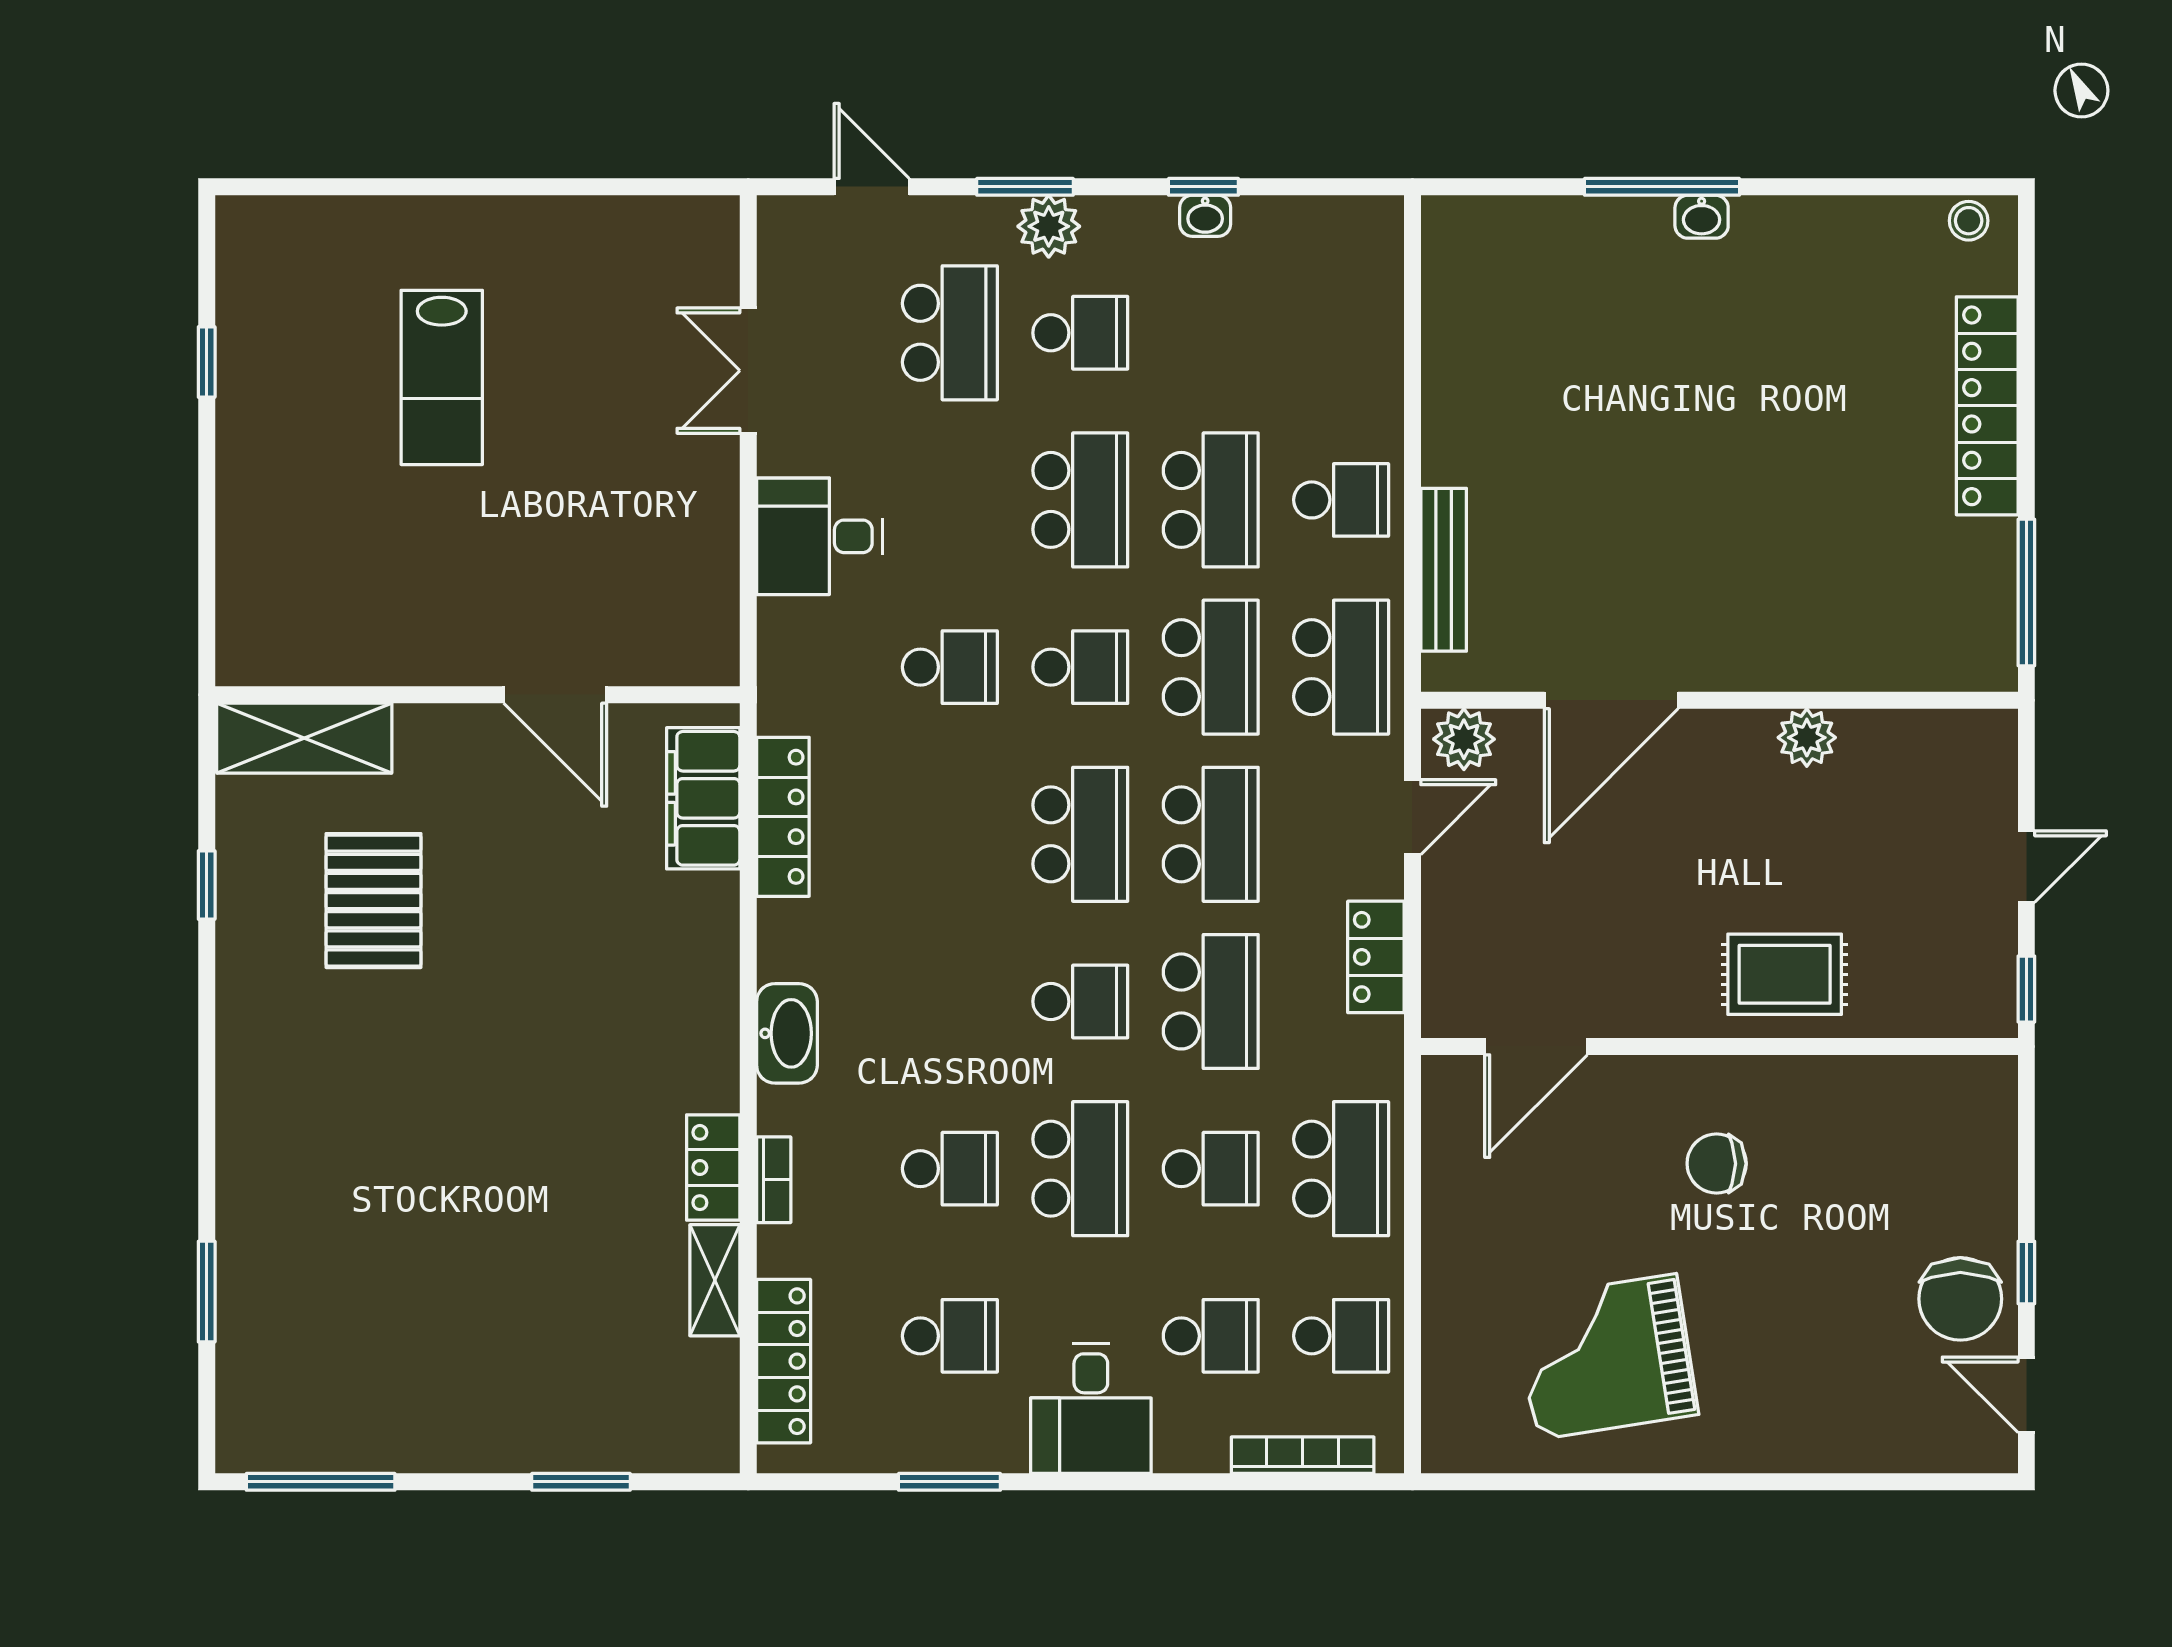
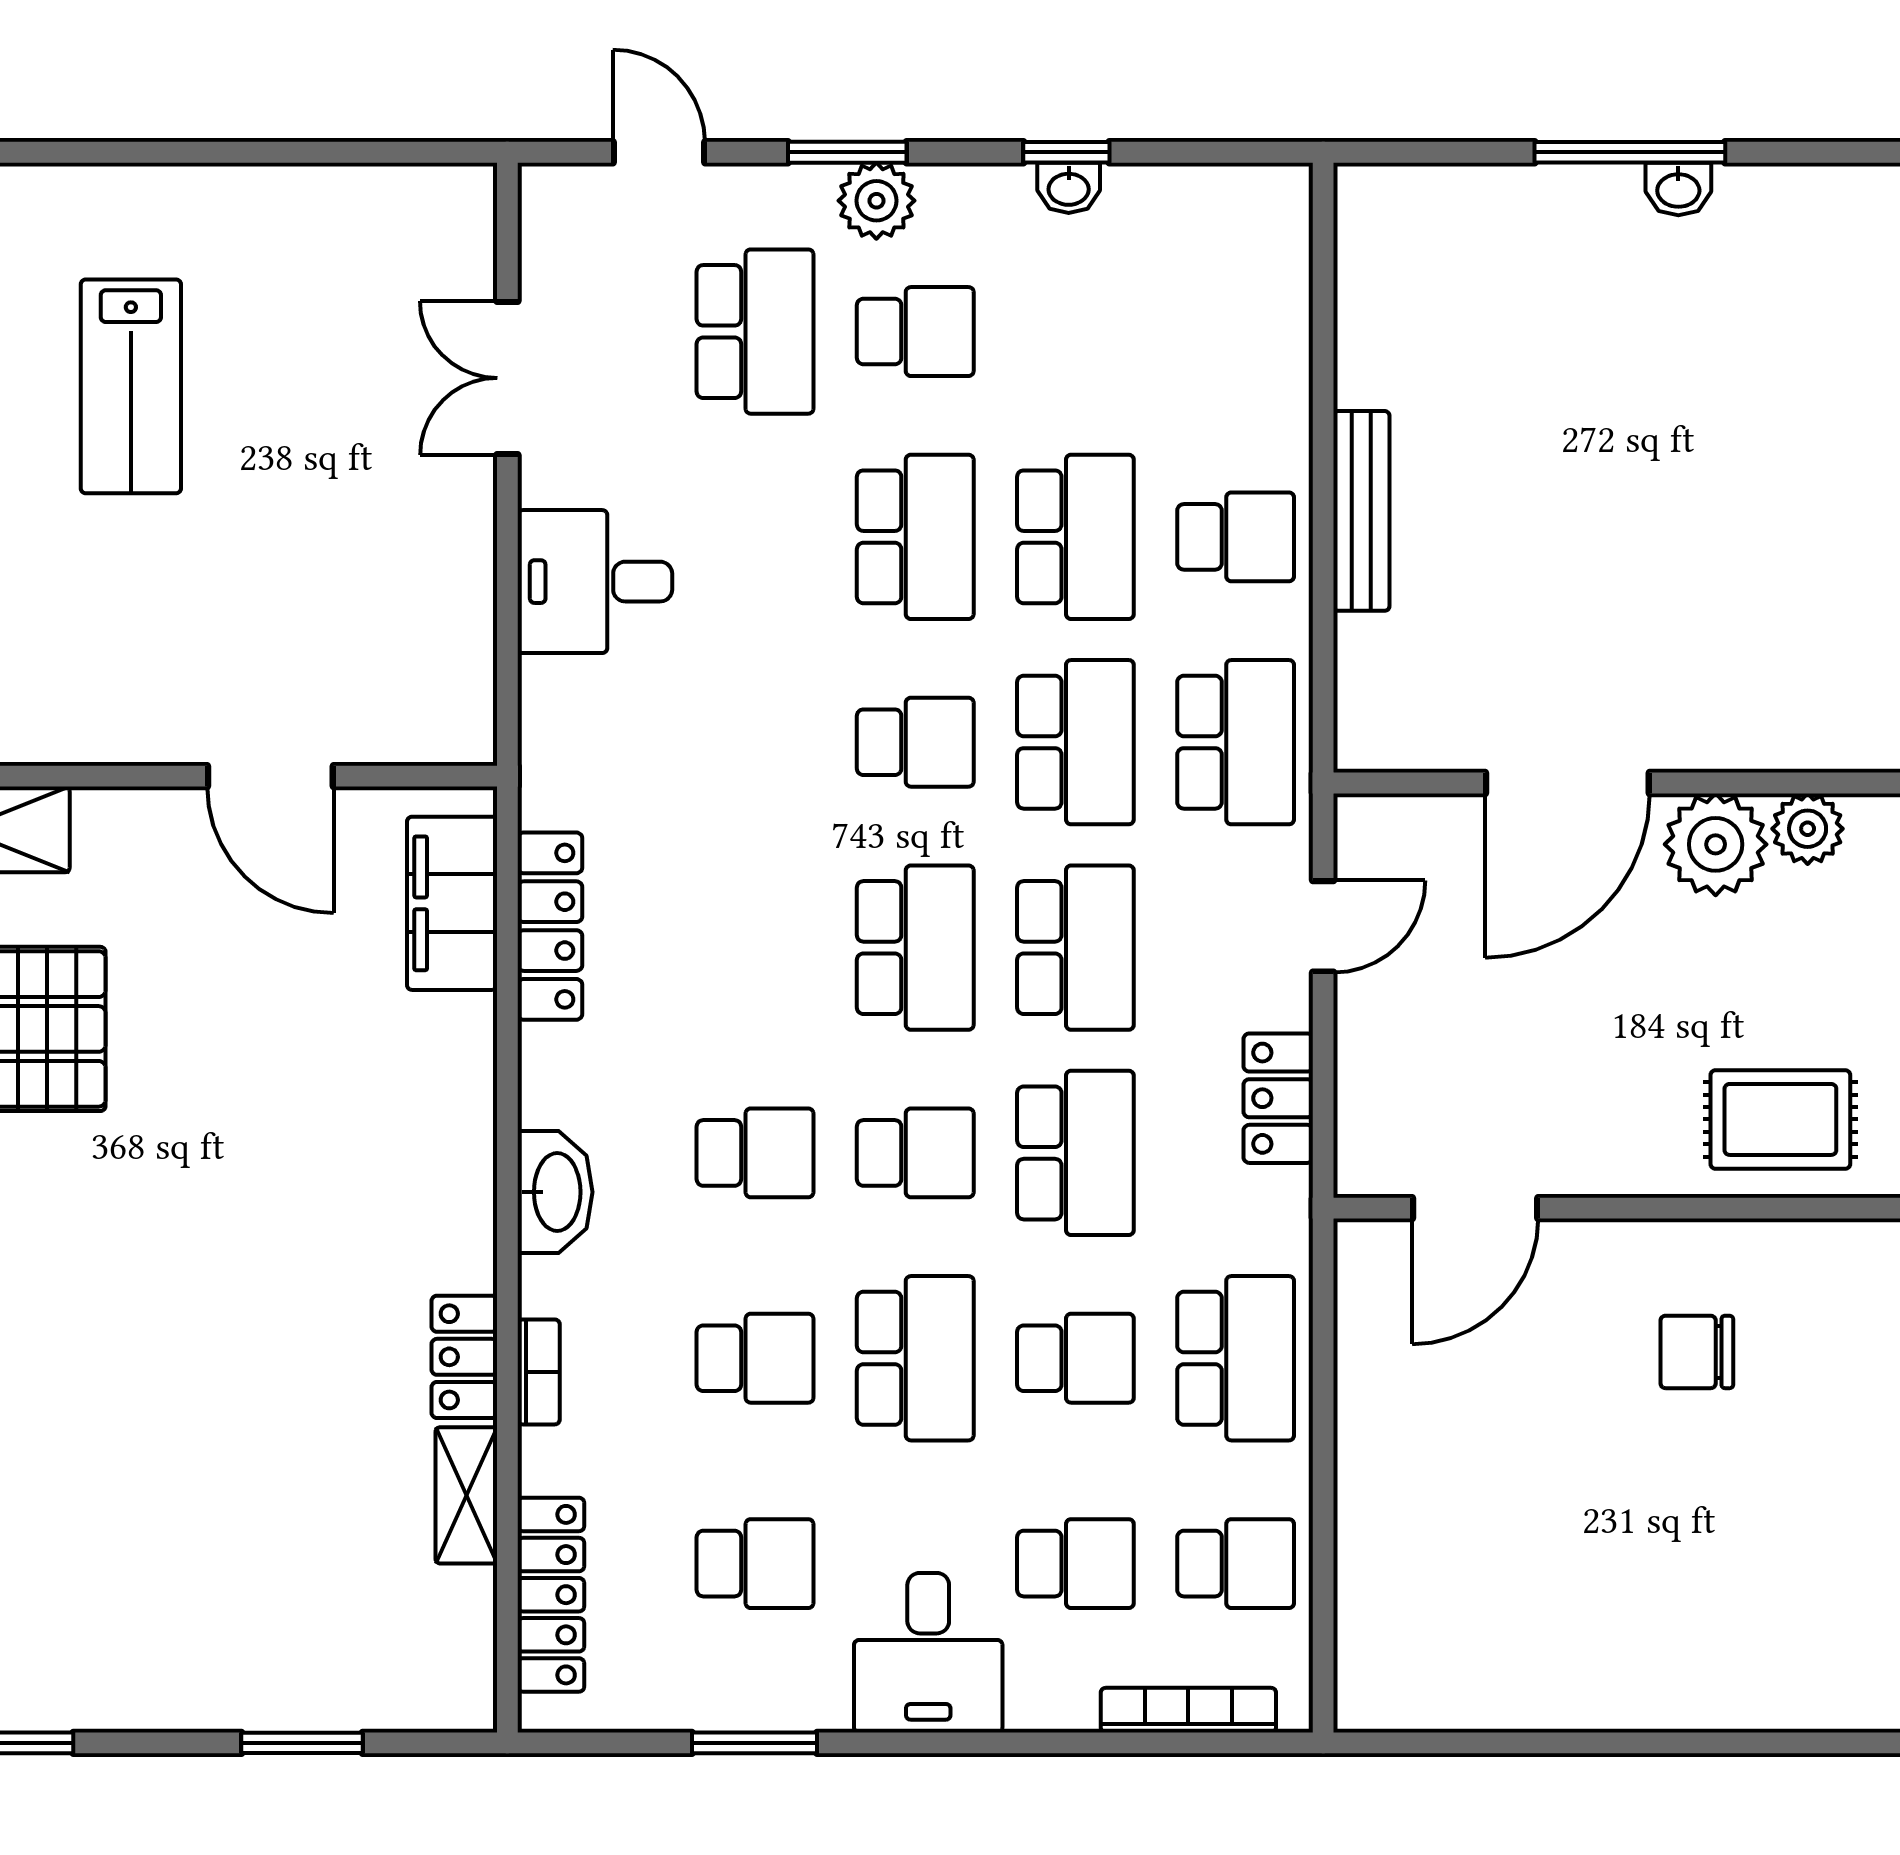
bench: (1444, 570) -> (1361, 511), moved
school desk: (950, 667) -> (755, 1153), moved
plant: (1464, 739) -> (1716, 844), moved, width x1.36, depth x1.36
grand piano: (1606, 1357) -> (1561, 1589), removed

